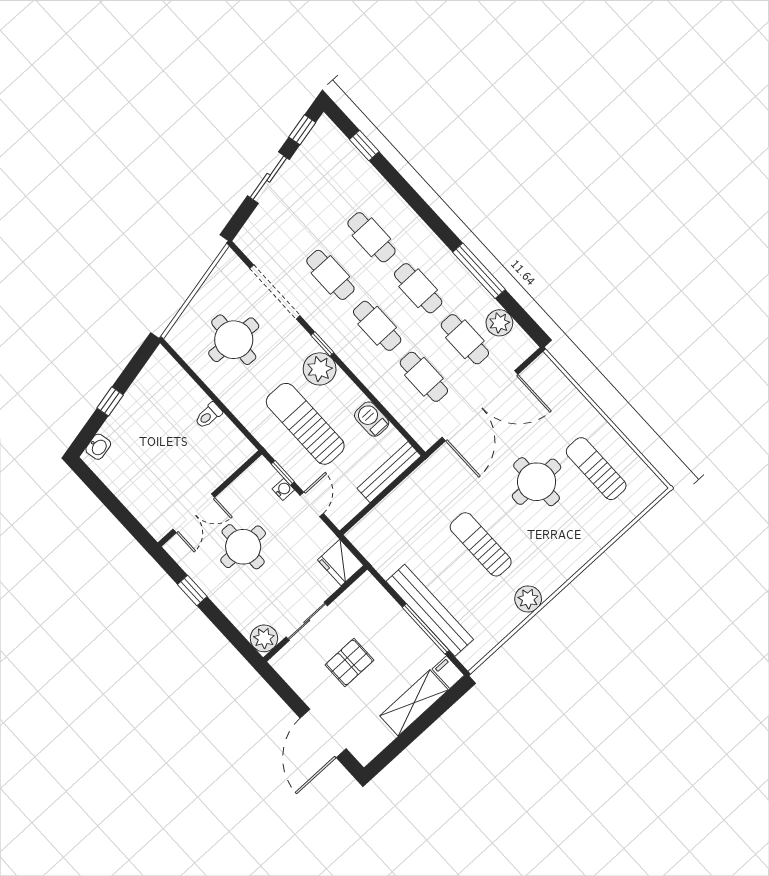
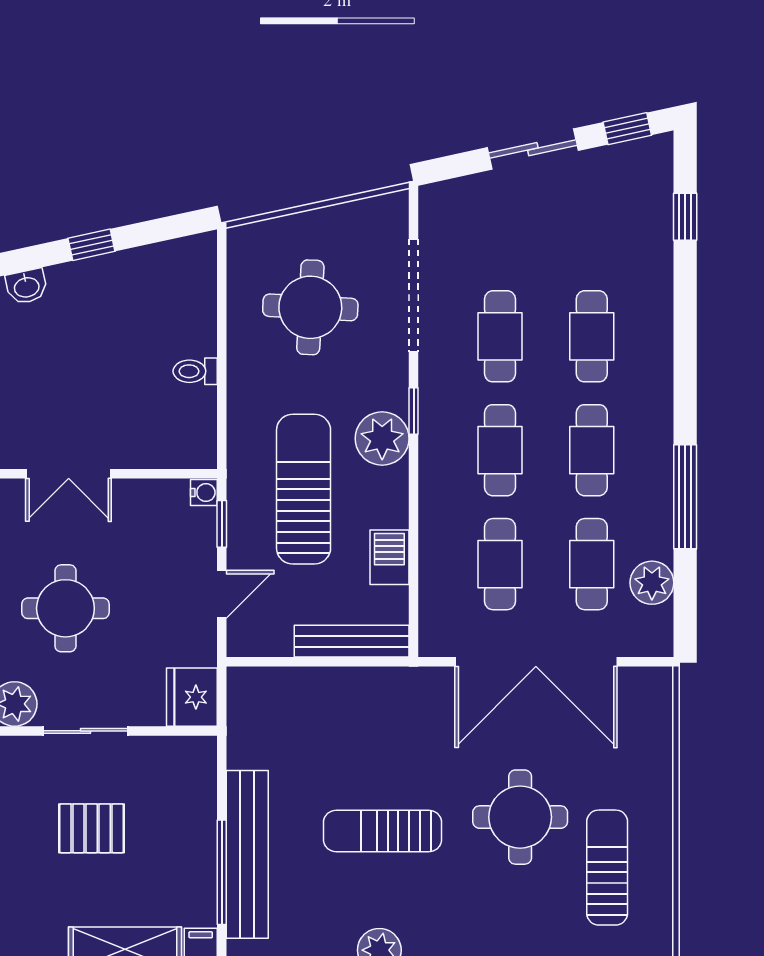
water cooler: (283, 489) -> (204, 493), moved
sun lounger: (481, 544) -> (382, 831), turned -90
round table: (243, 547) -> (65, 608), moved

